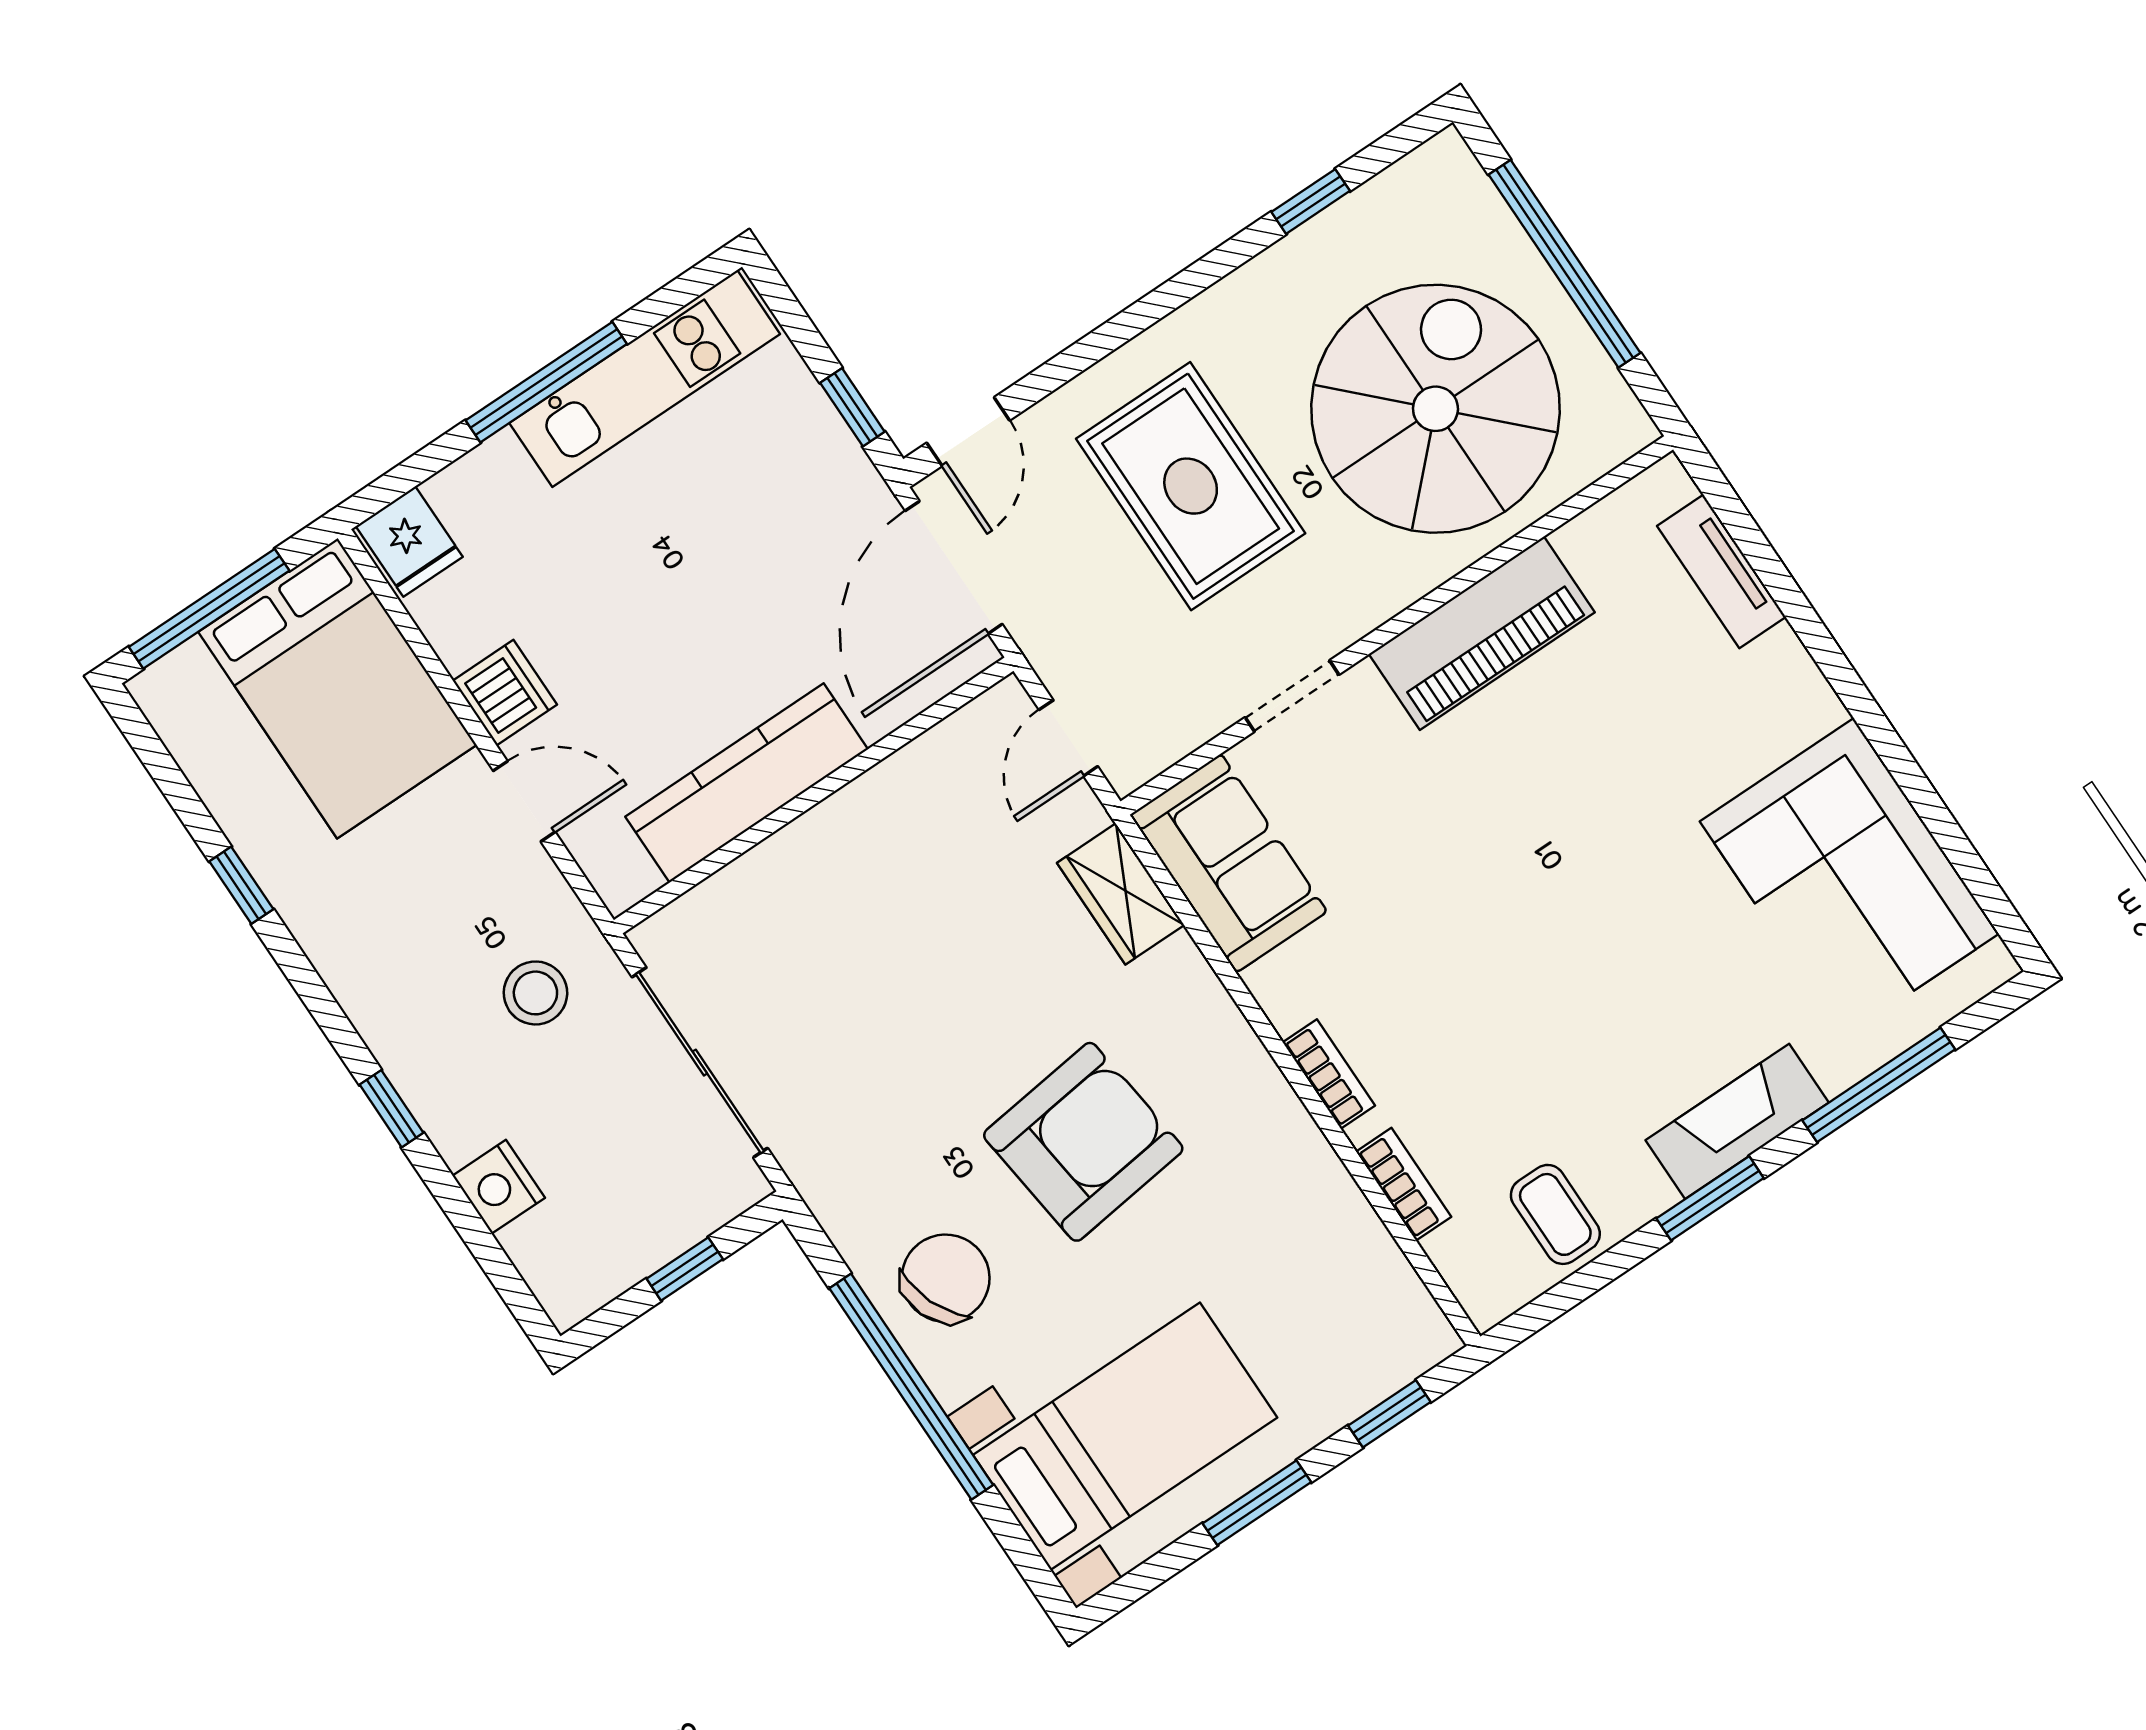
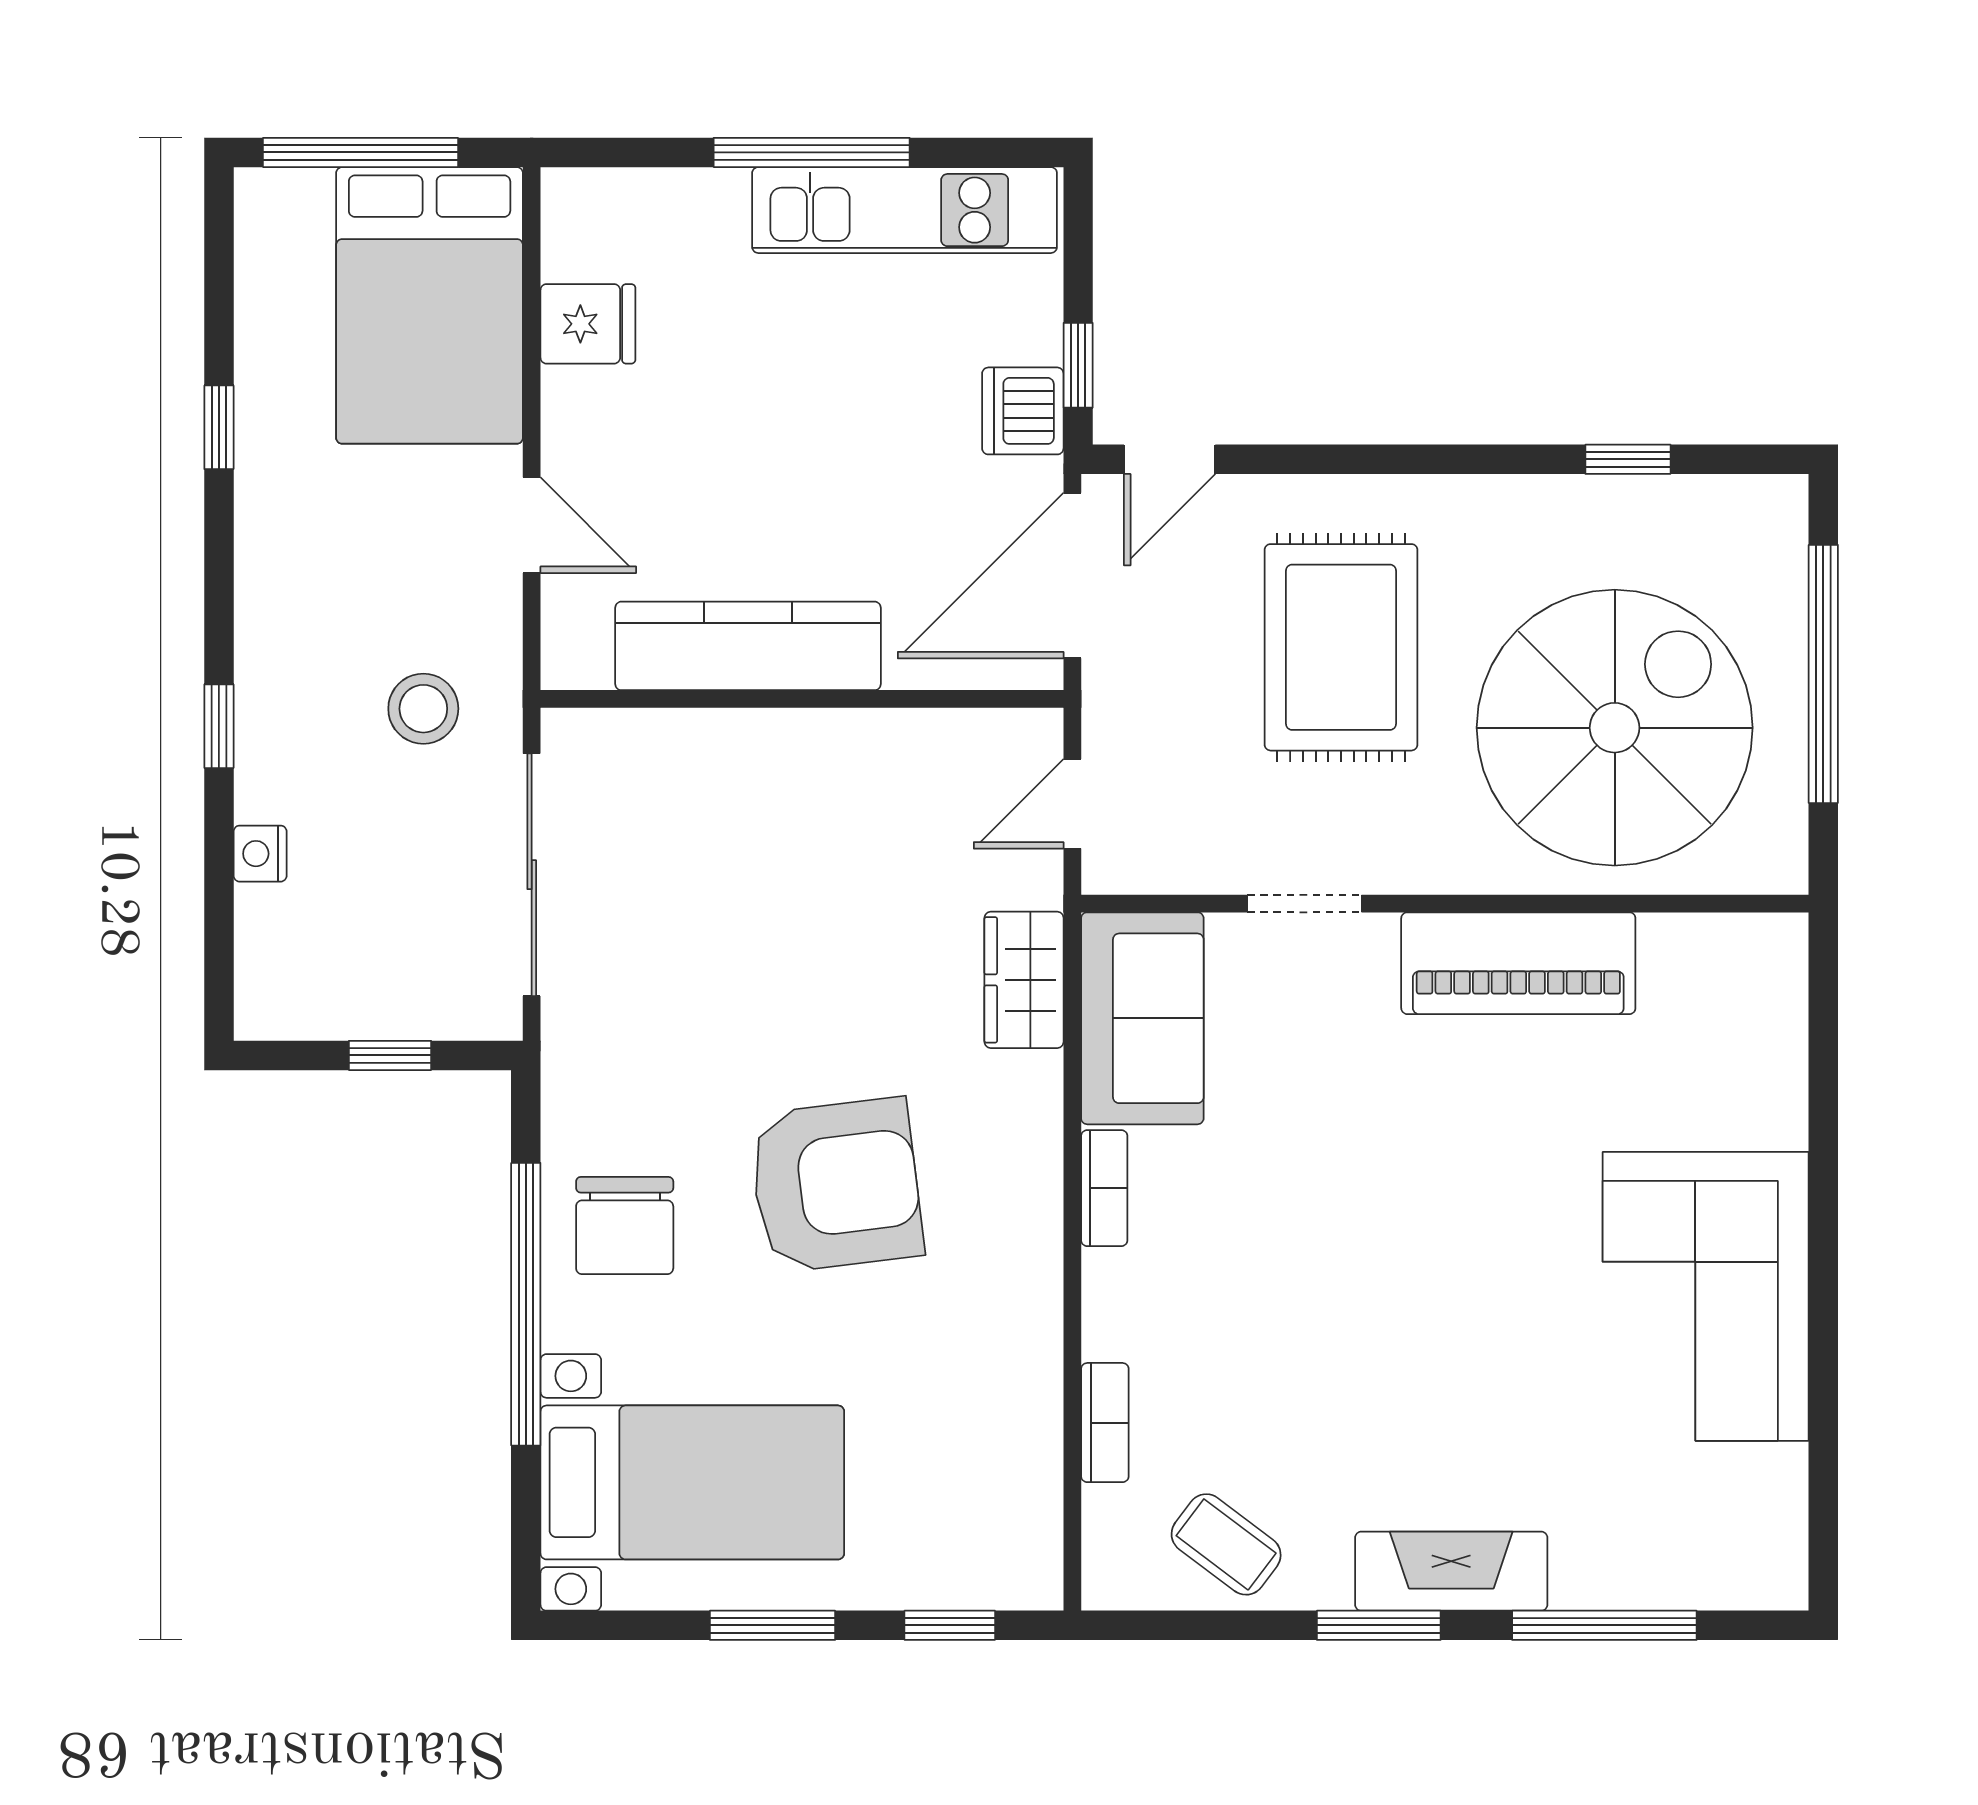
fridge: (409, 542) -> (588, 324), moved, turned -90
tv unit: (1721, 571) -> (1777, 1055), removed
dishwasher: (505, 693) -> (1023, 411), moved, turned 180
corner sofa: (1849, 878) -> (1706, 1296), moved
bookcase: (1329, 1074) -> (1104, 1188), moved
nightstand: (499, 1187) -> (260, 854), width x0.72, depth x0.74
coffee table: (1555, 1214) -> (1226, 1544), turned -53
chair: (946, 1278) -> (625, 1226), turned 112

